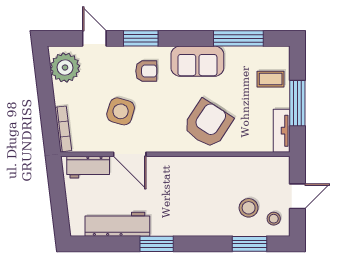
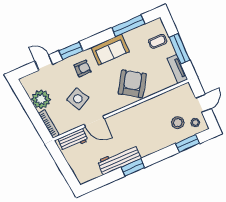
plant: (65, 67) -> (41, 99), moved
side table: (121, 111) -> (78, 99), turned 45
workbench: (117, 224) -> (119, 160), moved

